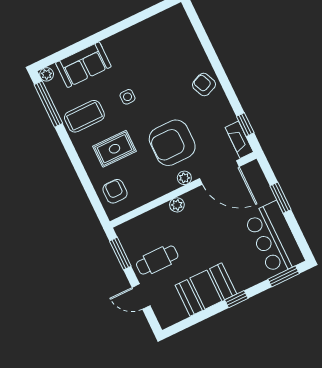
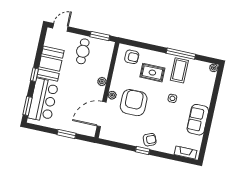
sofa: (83, 65) -> (198, 120), moved
window: (48, 104) -> (181, 54), moved
window: (245, 125) -> (143, 151), moved
fireplace: (239, 140) -> (185, 152), moved
rug: (115, 149) -> (152, 73), turned 90
bar counter: (274, 238) -> (43, 100), moved, turned 90
door: (141, 297) -> (60, 27), moved

